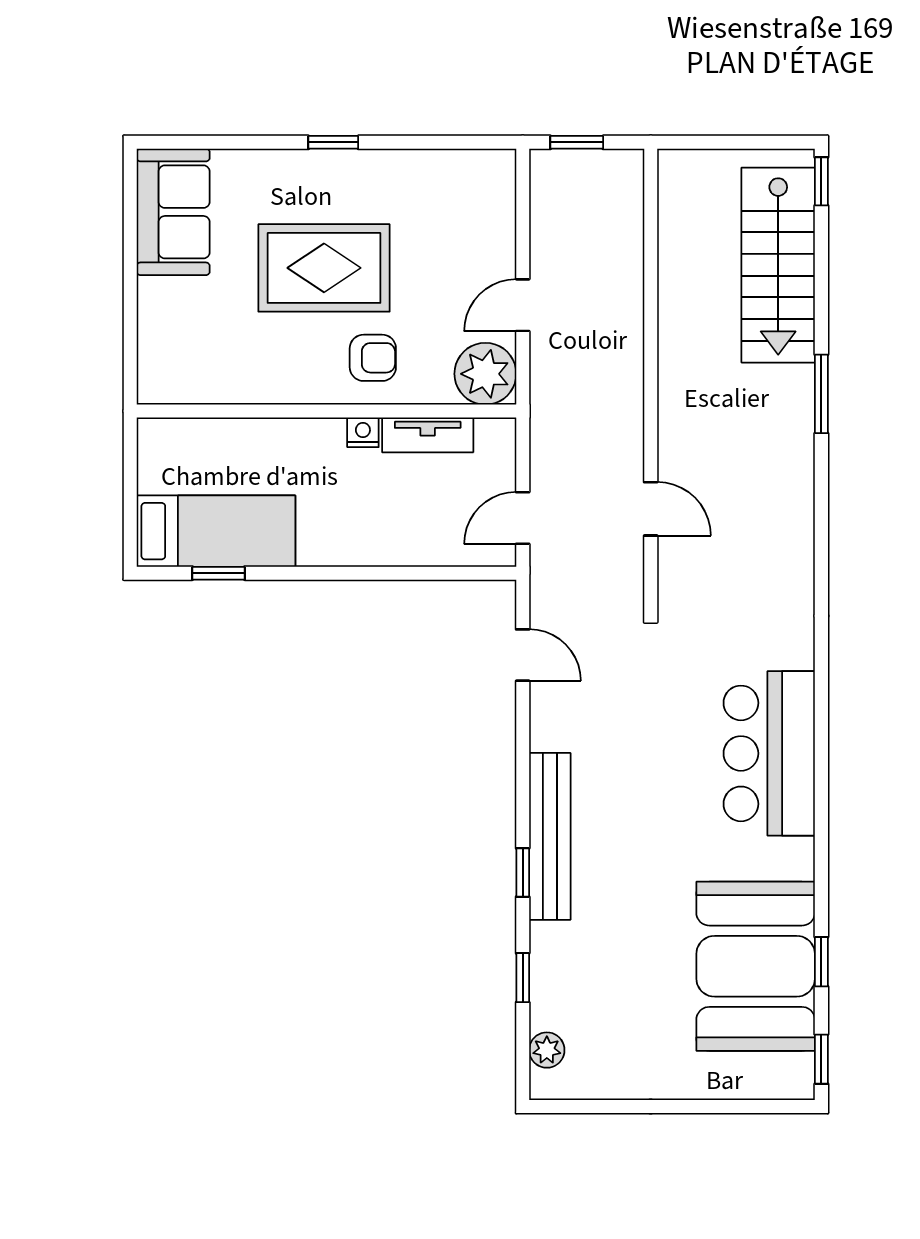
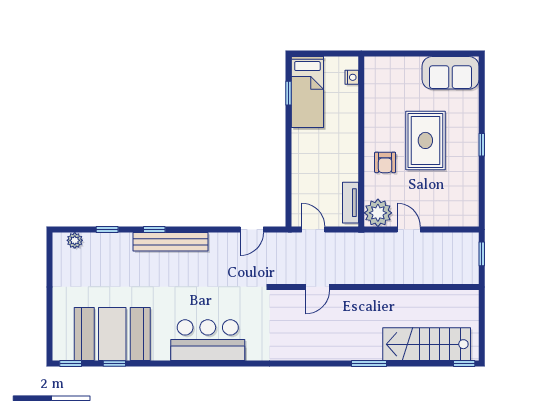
nightstand: (363, 432) -> (352, 77), moved
tv unit: (428, 435) -> (351, 203), moved

